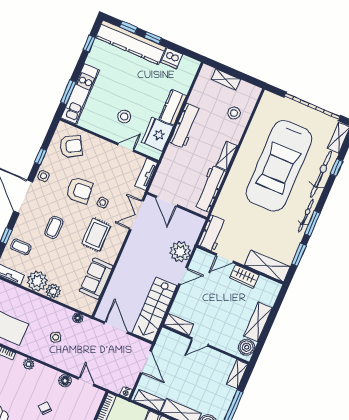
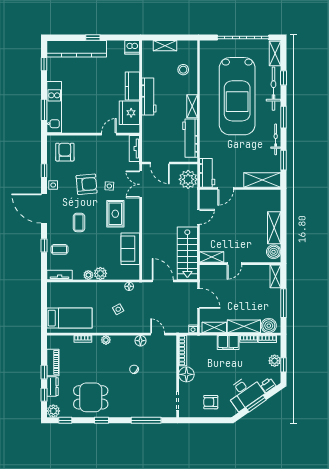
window: (129, 27) -> (70, 38), removed
dishwasher: (172, 58) -> (132, 47), moved
stool: (124, 116) -> (97, 110), removed
armchair: (71, 146) -> (65, 152), turned -60
bicycle: (306, 216) -> (276, 139), moved
window: (312, 224) -> (283, 117), moved
plant: (180, 252) -> (188, 179), moved
wardrobe: (244, 276) -> (247, 196), removed
plant: (37, 281) -> (88, 275), width x0.53, depth x0.53

